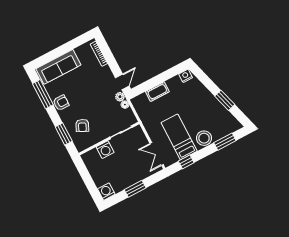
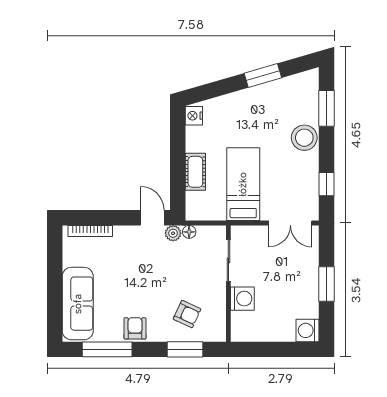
bed: (179, 137) -> (243, 184), moved, turned 90

